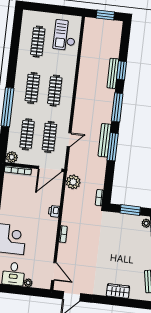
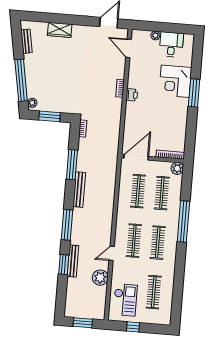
window: (58, 10) -> (133, 327), added
door: (69, 140) -> (112, 253), moved
window: (113, 147) -> (72, 165), moved
plant: (73, 182) -> (100, 278), moved
printer: (54, 211) -> (132, 95), moved

